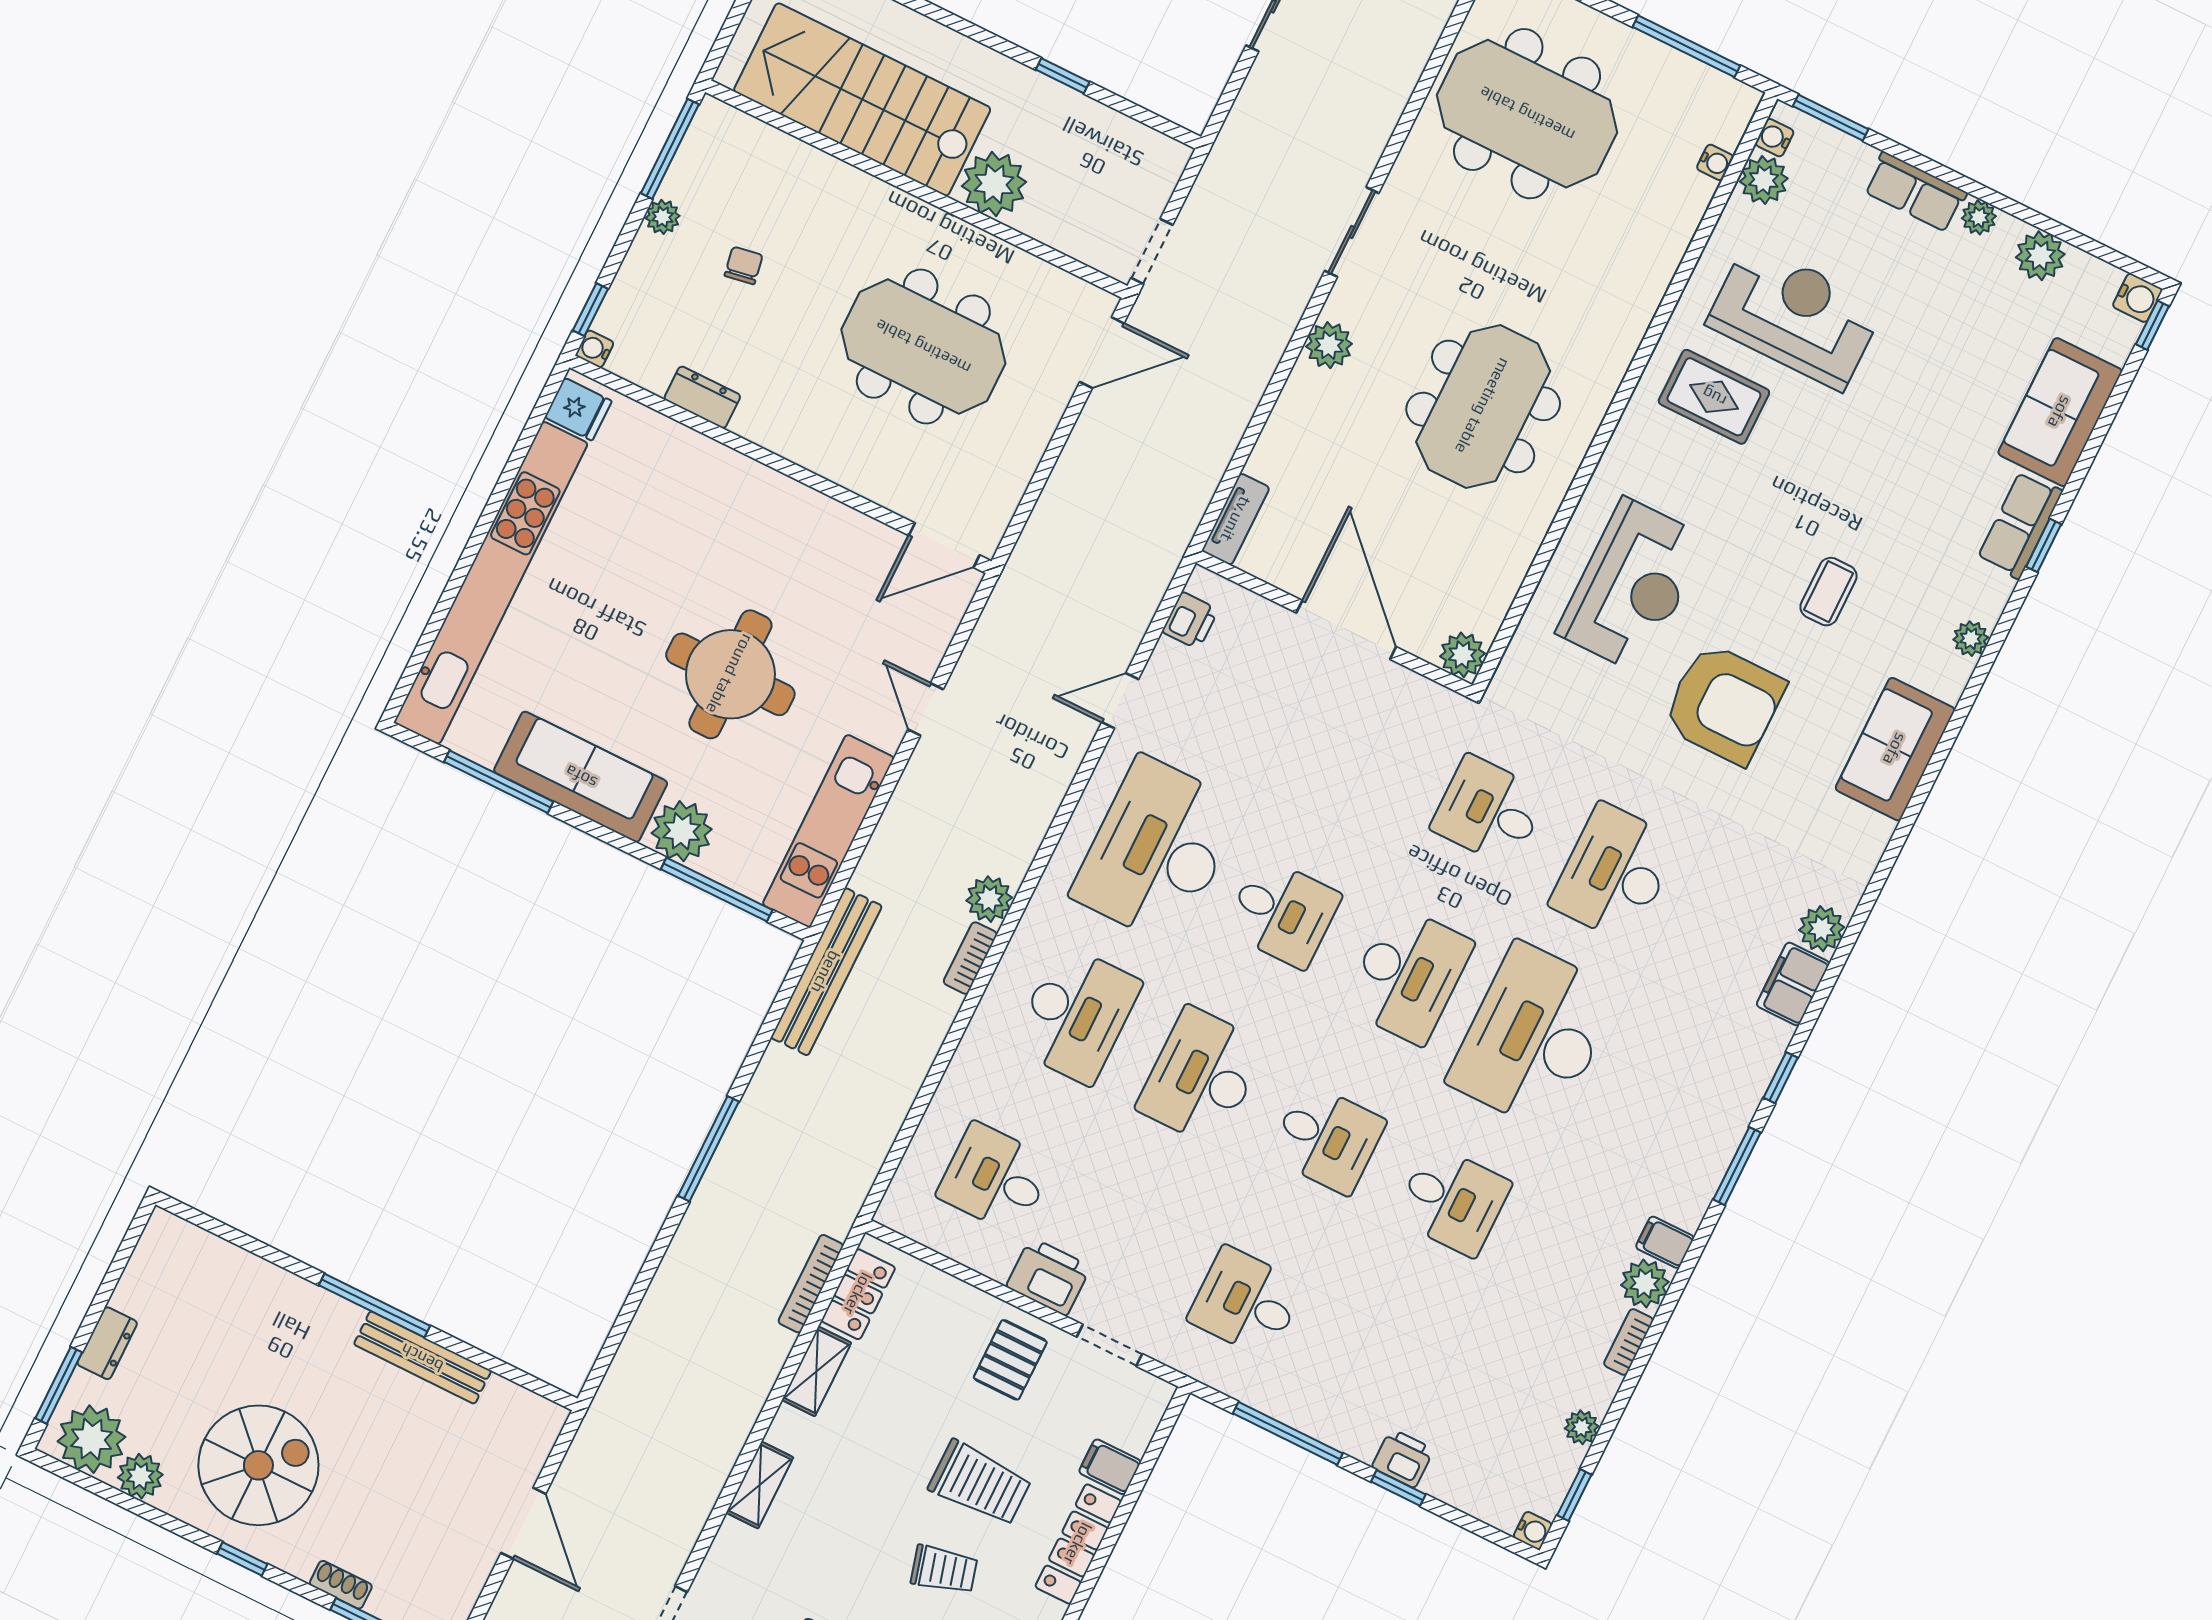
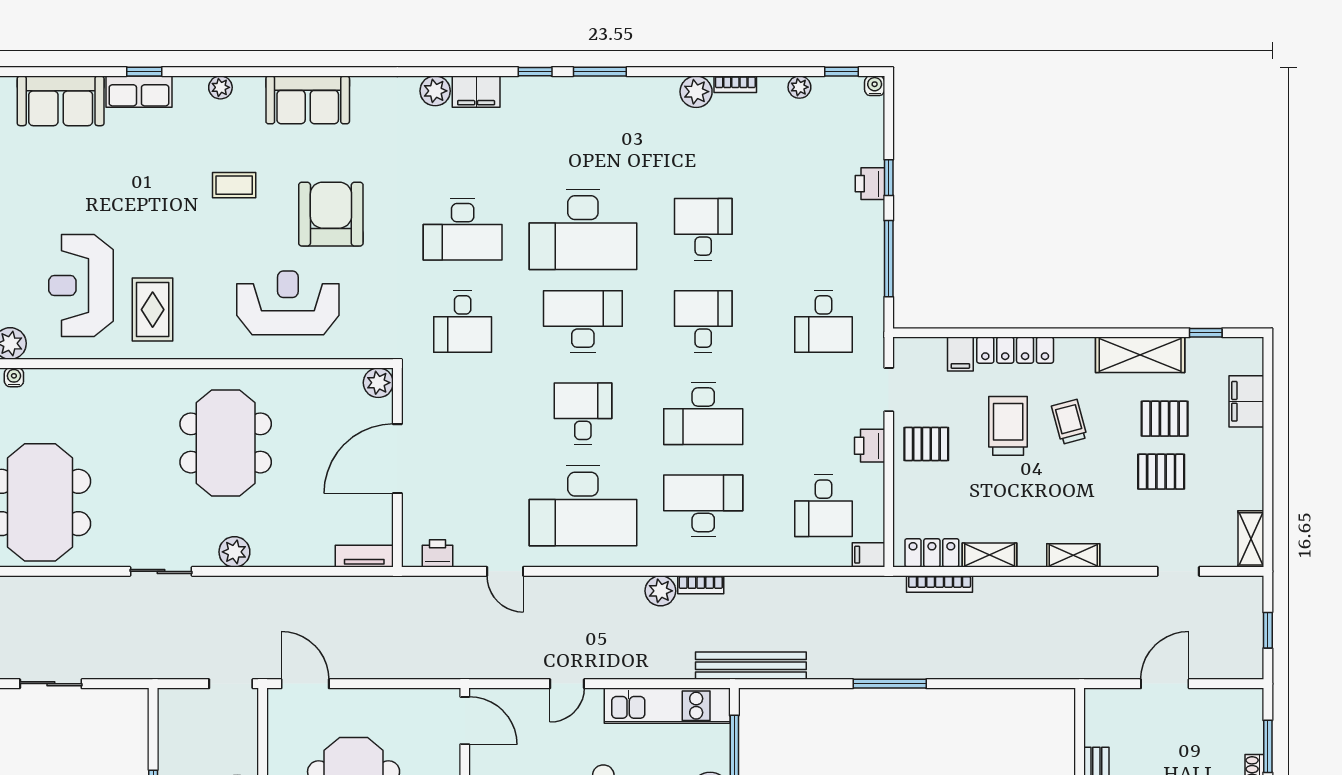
meeting table: (1483, 406) -> (226, 443), turned 90
filing cabinet: (1665, 1242) -> (868, 555), moved, turned 90
printer: (1049, 1277) -> (870, 446), width x0.73, depth x0.81

